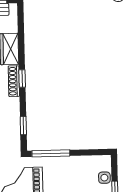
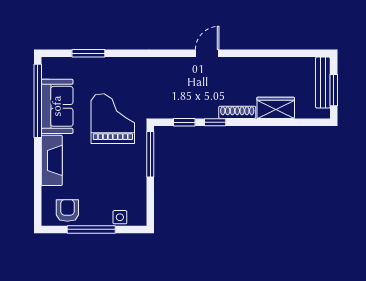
window: (22, 79) -> (215, 122), moved

